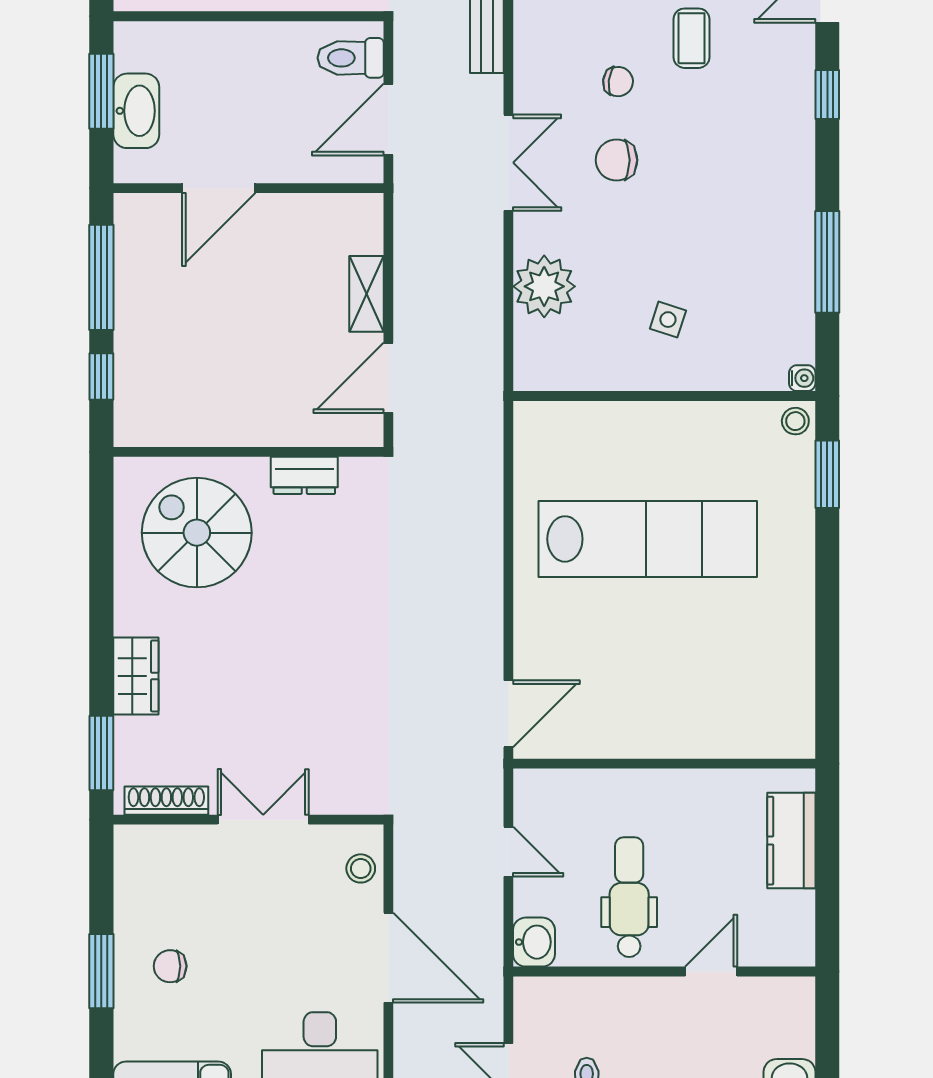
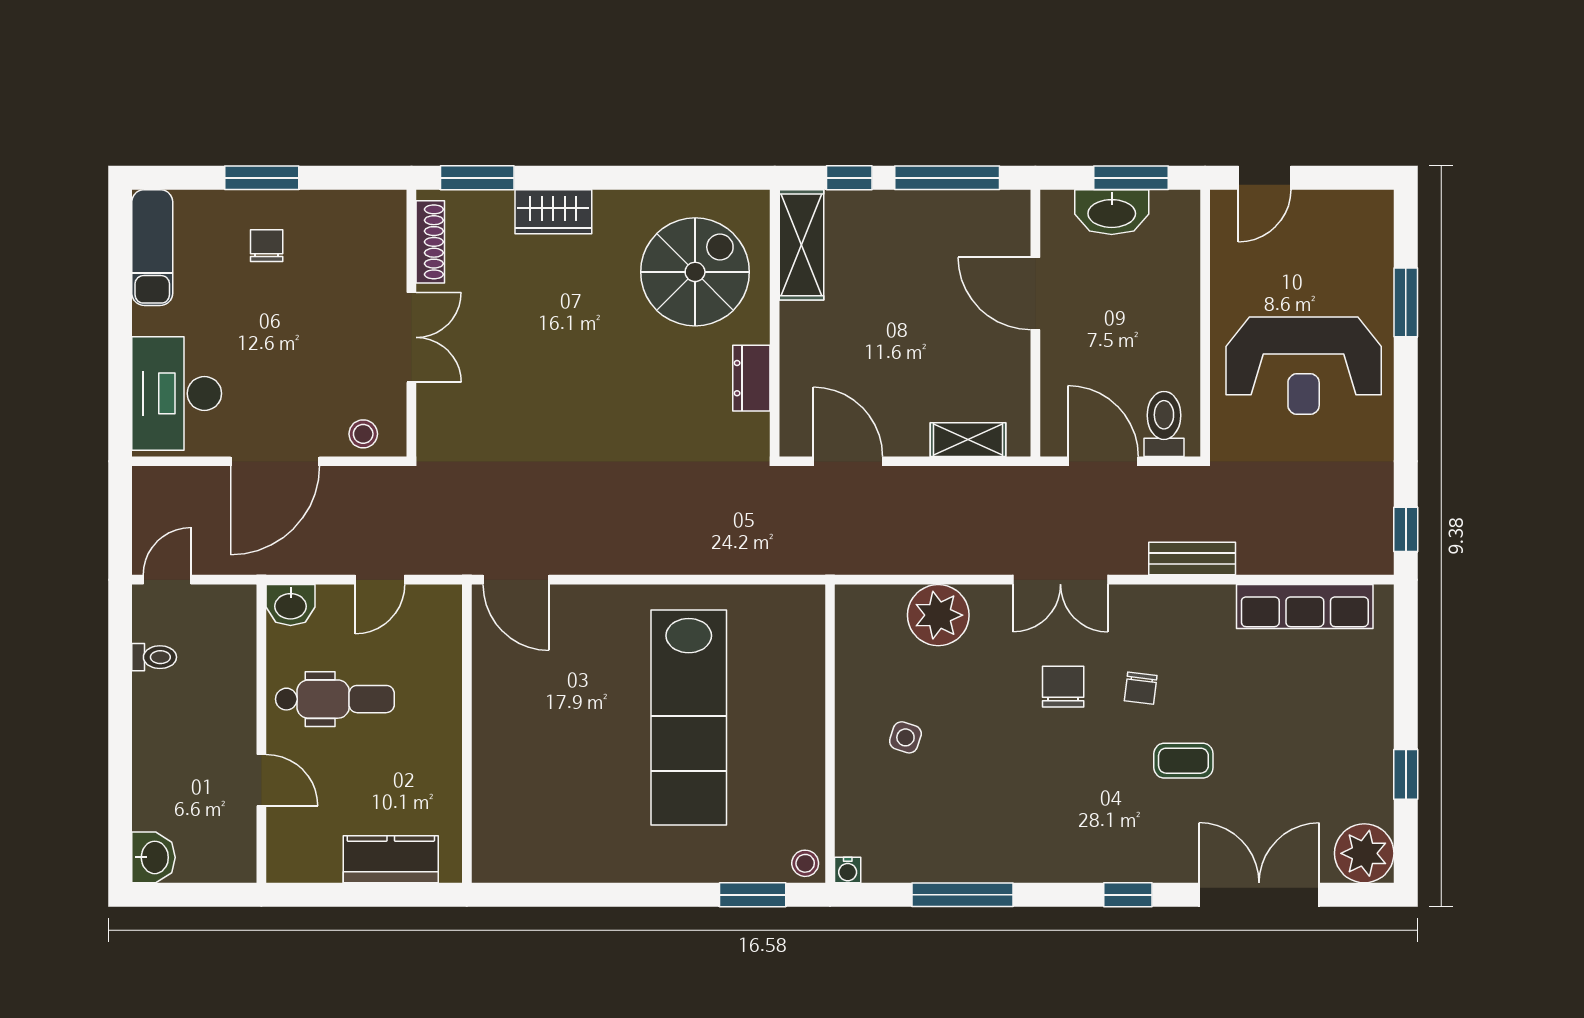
shelving: (366, 294) -> (968, 440), moved
shelving: (169, 425) -> (802, 245), added

